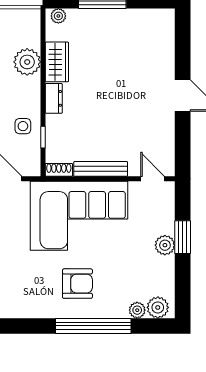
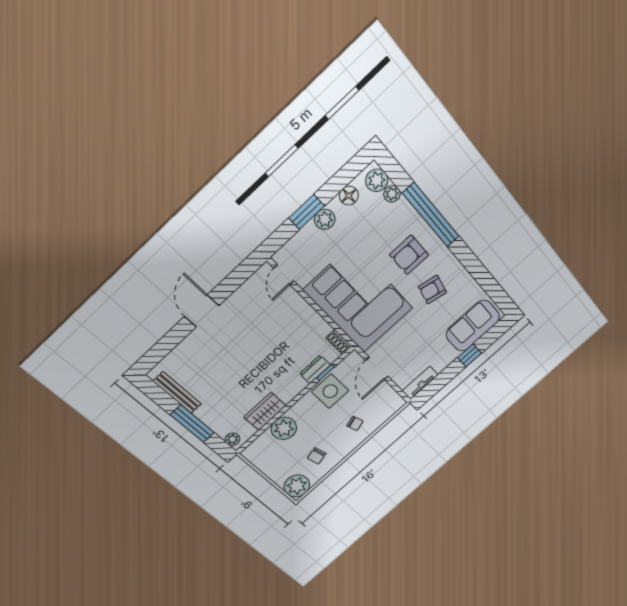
dresser: (54, 98) -> (315, 369), moved
side table: (23, 126) -> (330, 391), width x1.87, depth x1.87
bench: (101, 169) -> (177, 393), moved
armchair: (31, 278) -> (432, 290), added
floor lamp: (166, 278) -> (349, 196), added
armchair: (77, 284) -> (409, 255), turned -90

